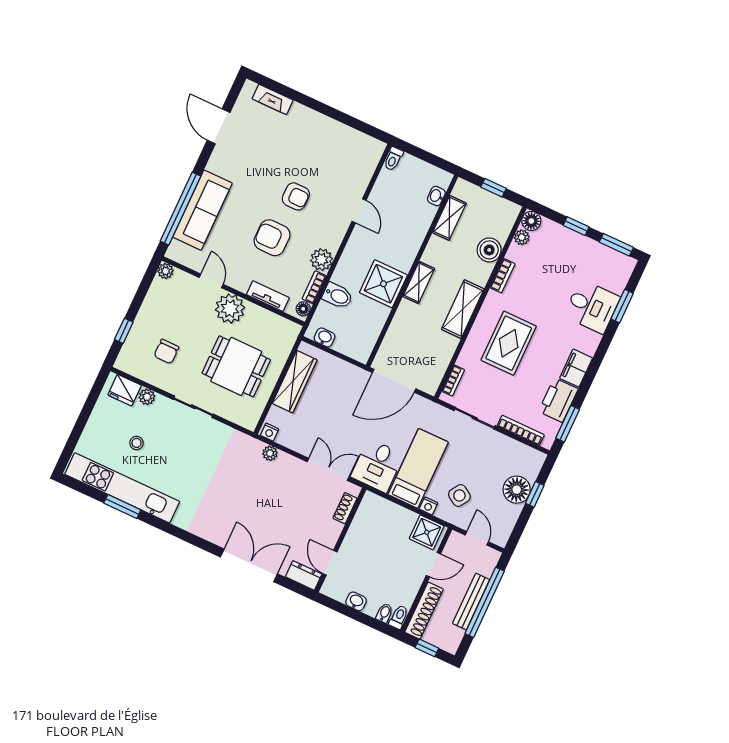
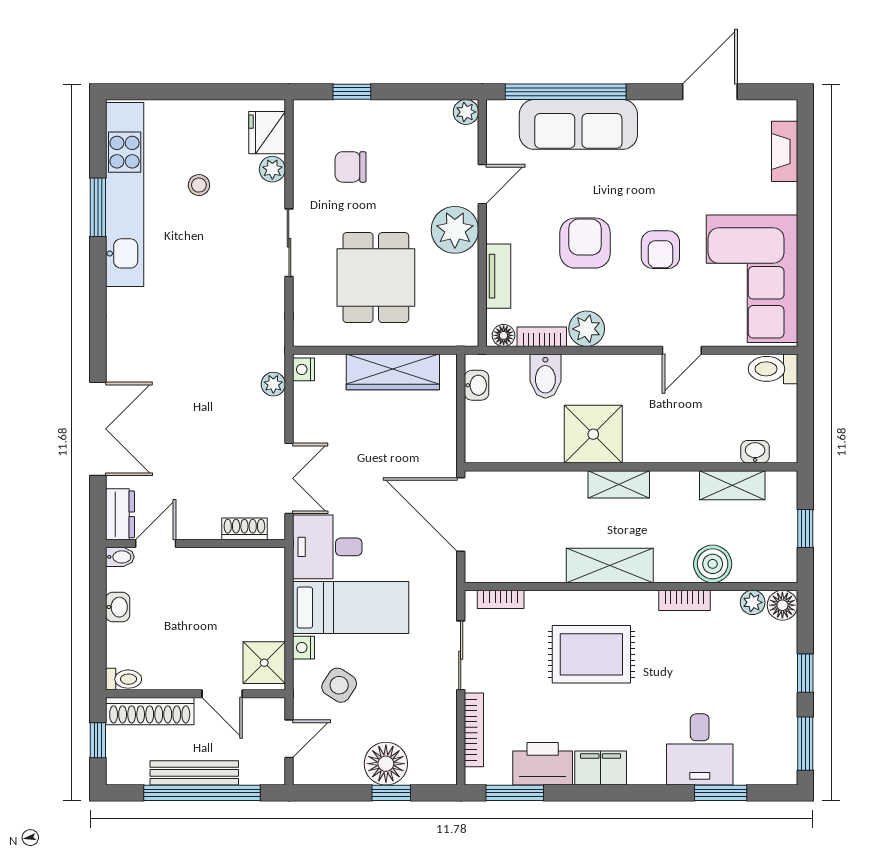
corner sofa: (337, 152) -> (752, 279), added
toilet: (393, 159) -> (773, 369), width x1.37, depth x1.39
bidet: (385, 613) -> (120, 557), moved

